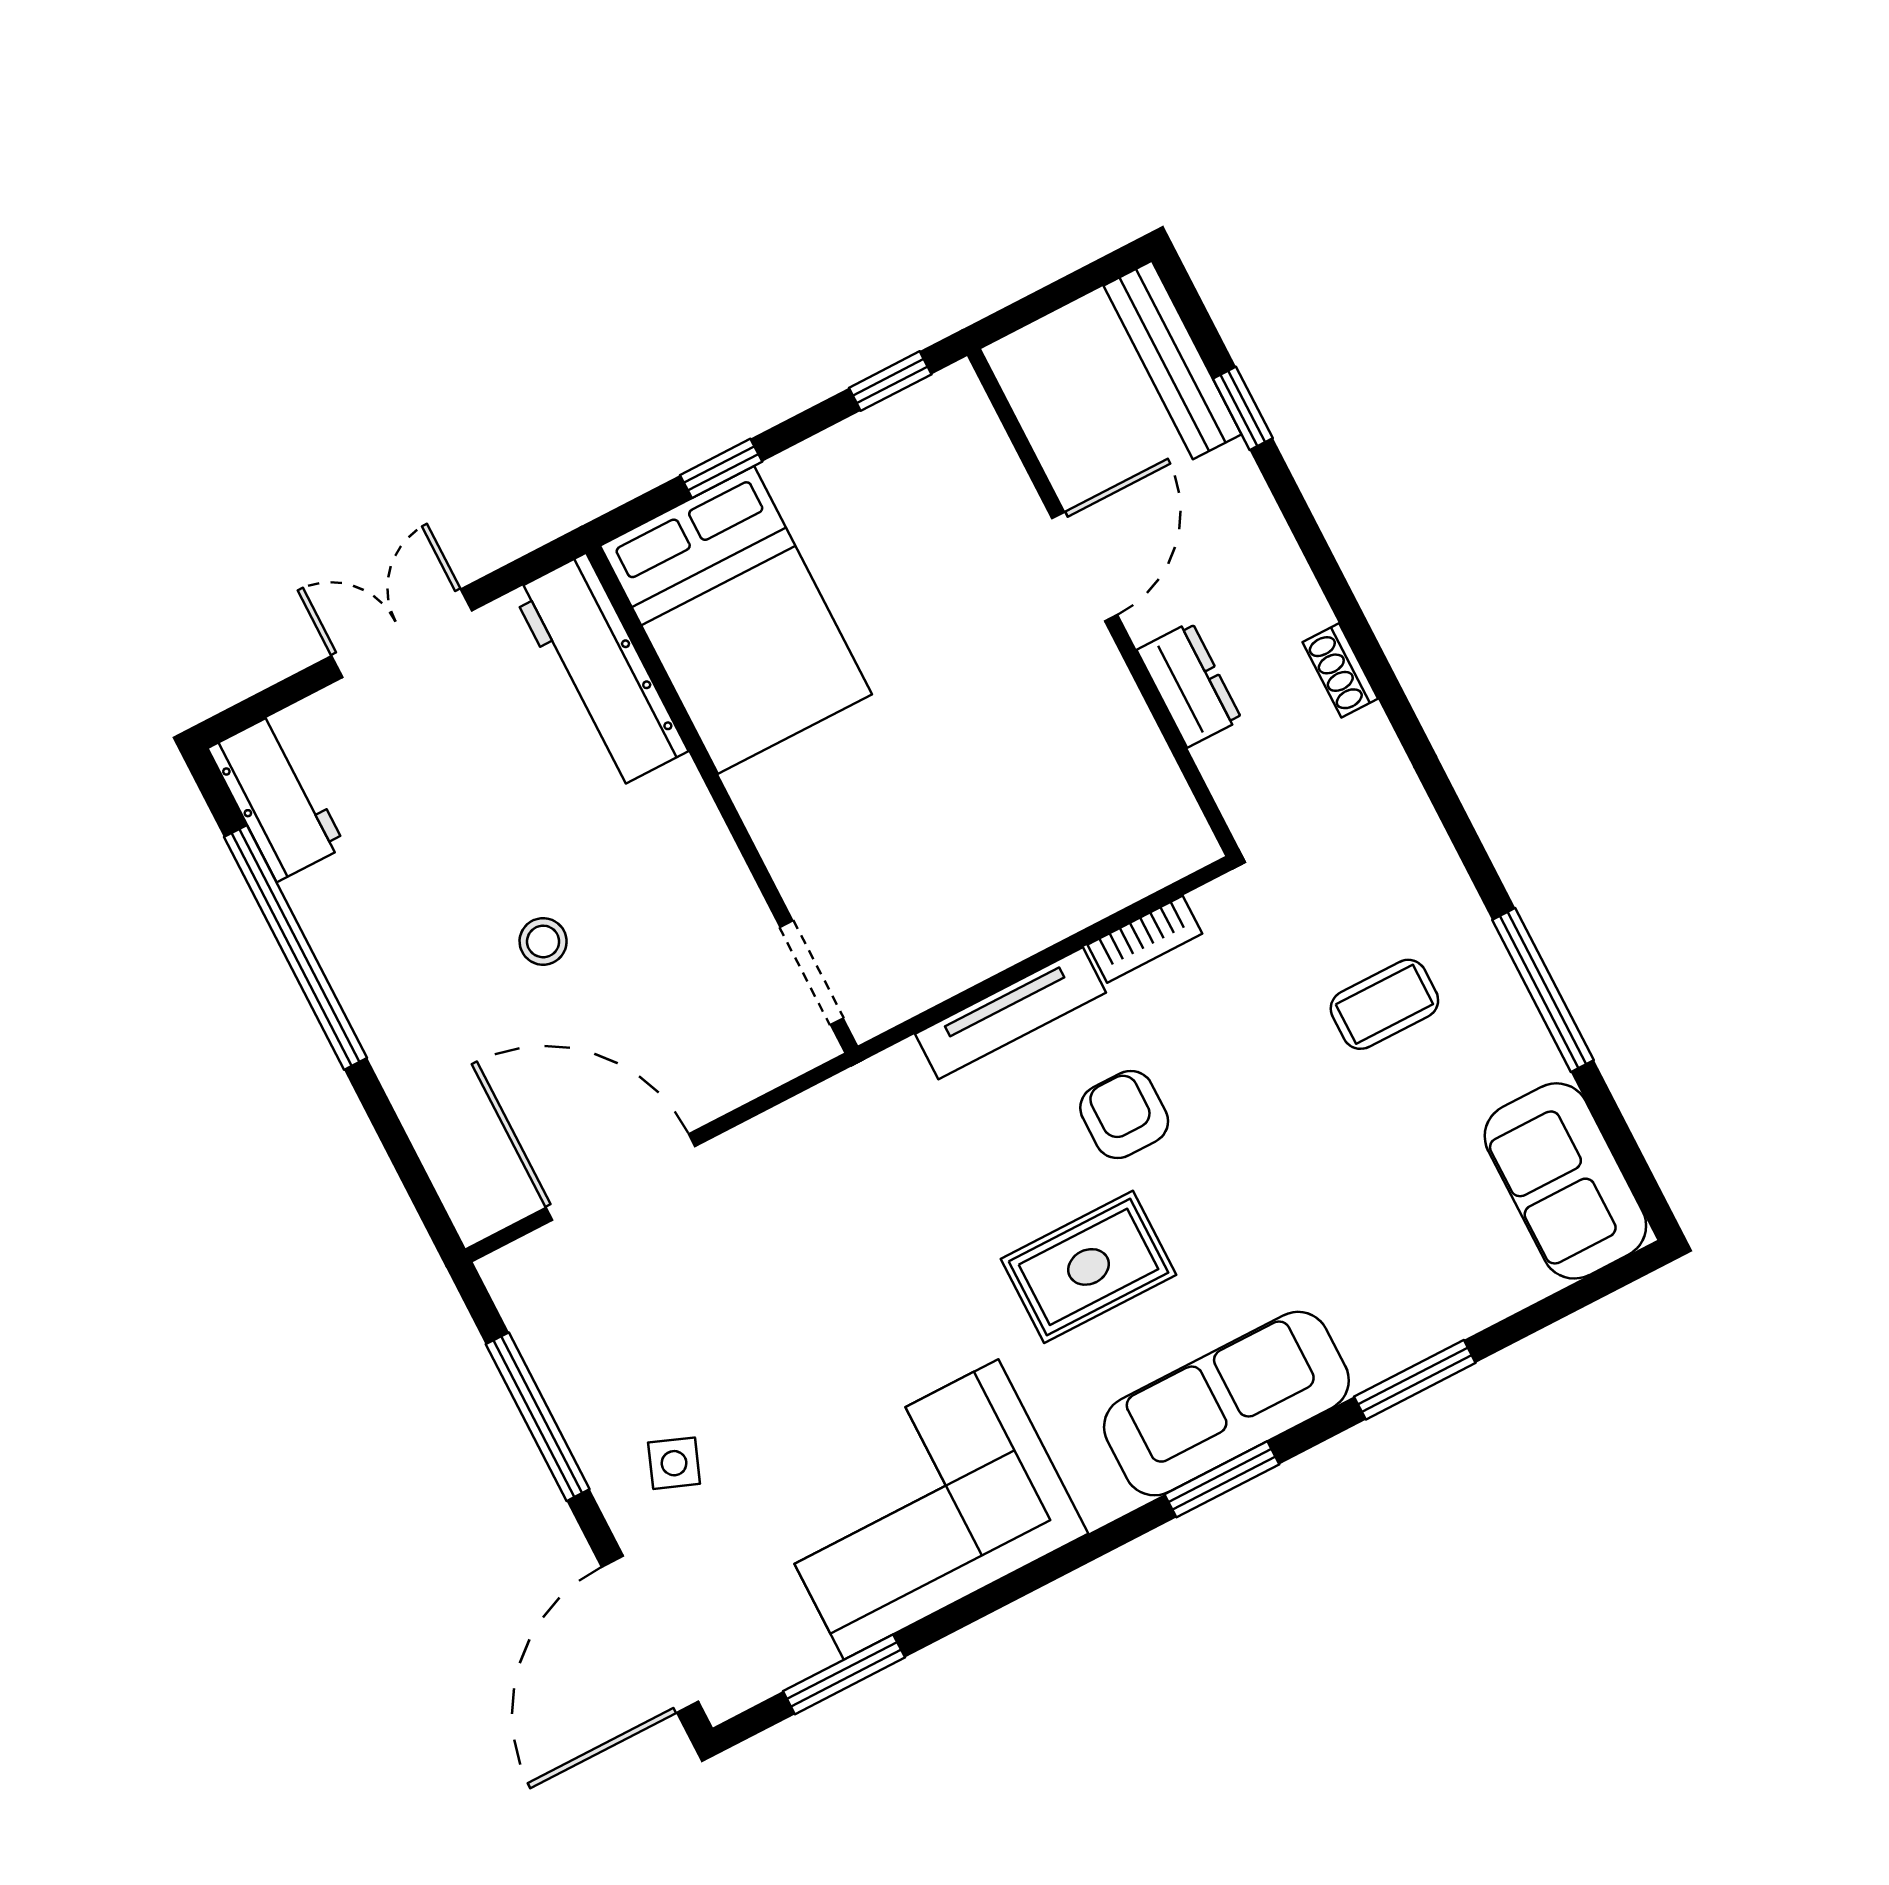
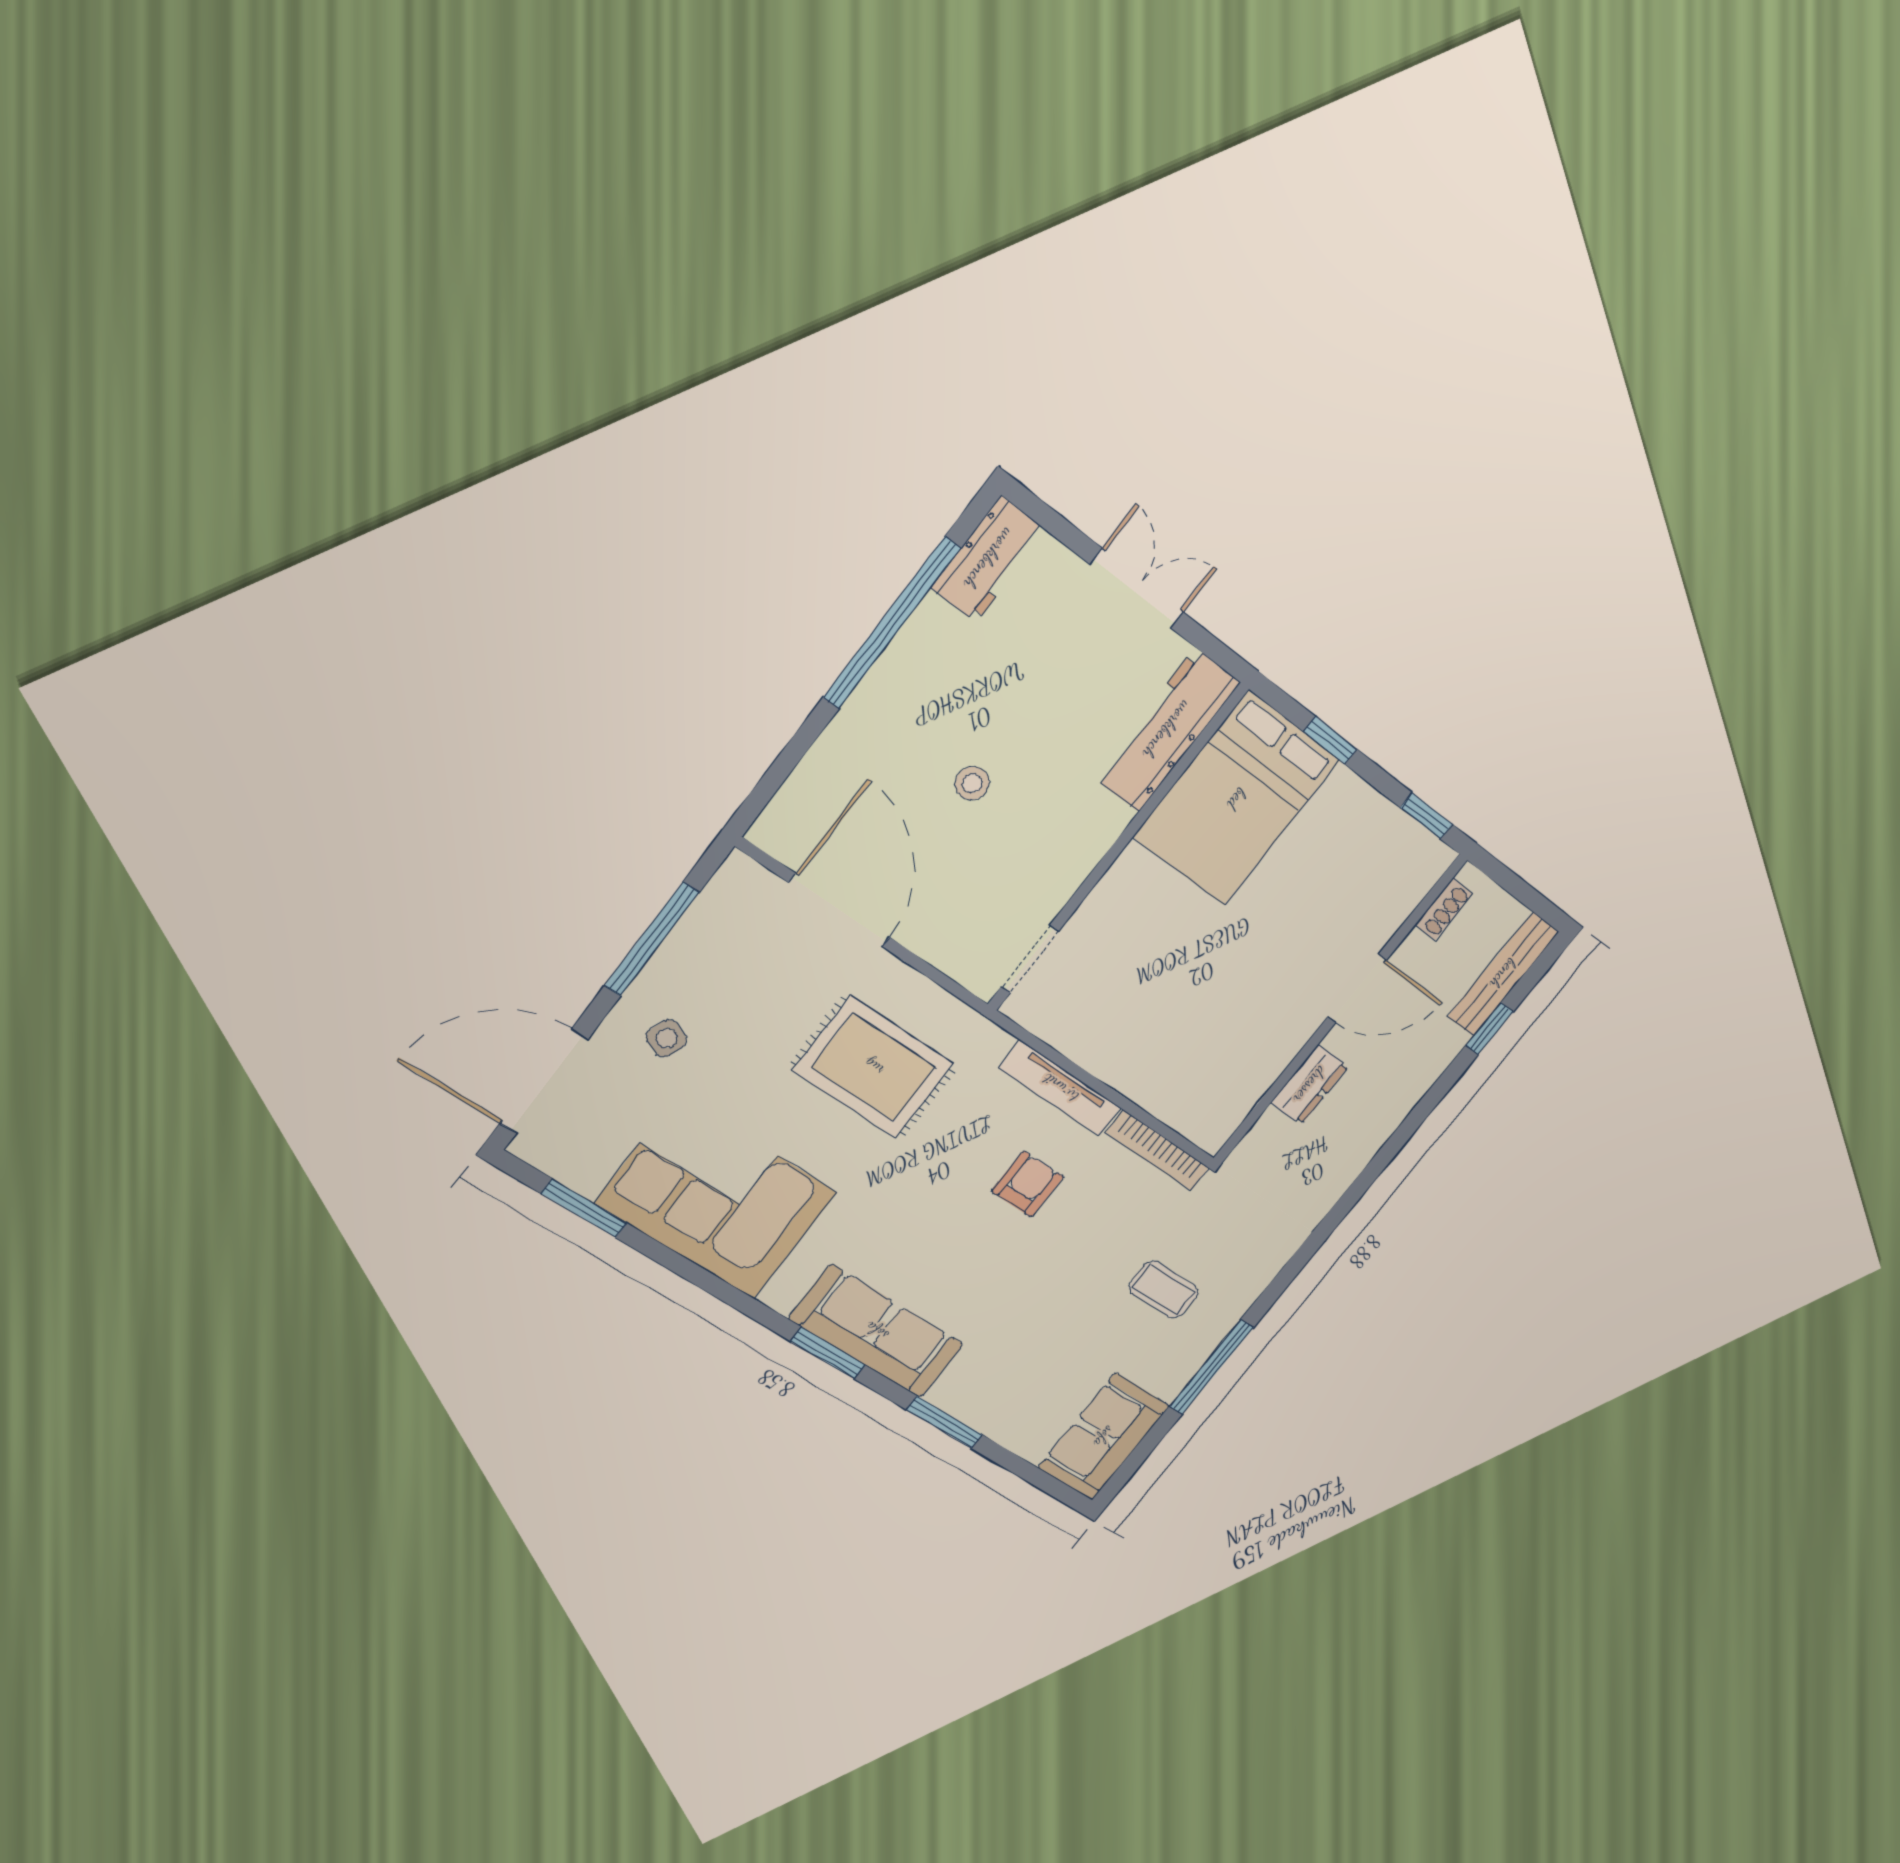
shoe rack: (1340, 670) -> (1444, 909), moved, turned 180
bookcase: (1145, 939) -> (1157, 1150), width x1.56
rug: (1089, 1267) -> (873, 1067), moved, width x1.36, depth x1.43

